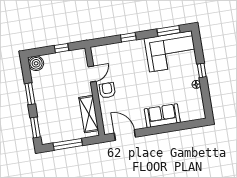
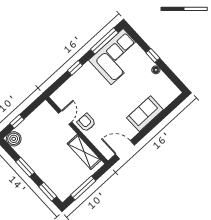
window: (168, 31) -> (104, 41), width x1.44
window: (61, 48) -> (17, 121), moved

